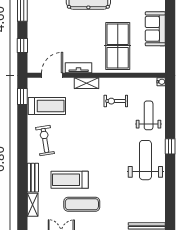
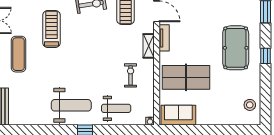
sofa: (155, 29) -> (178, 115), moved
exercise mat: (82, 204) -> (18, 54), moved

